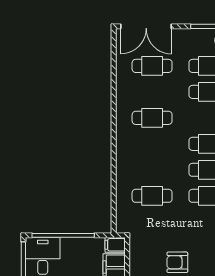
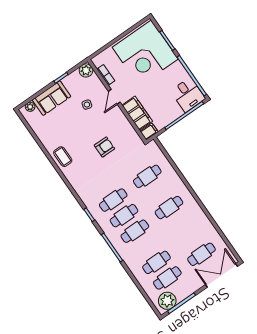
cafe table: (152, 118) -> (169, 208), moved

